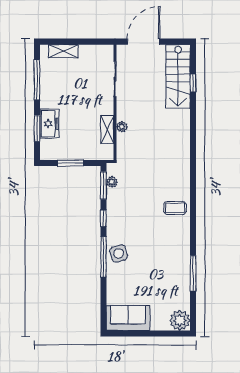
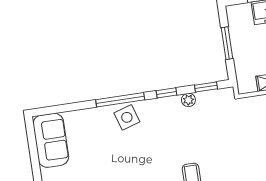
plant: (112, 182) -> (188, 100), moved
window: (103, 185) -> (206, 87), width x0.67

